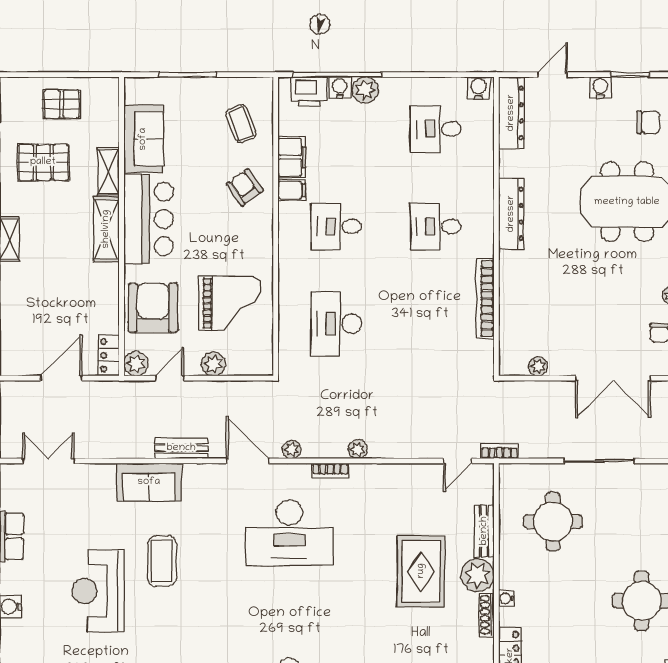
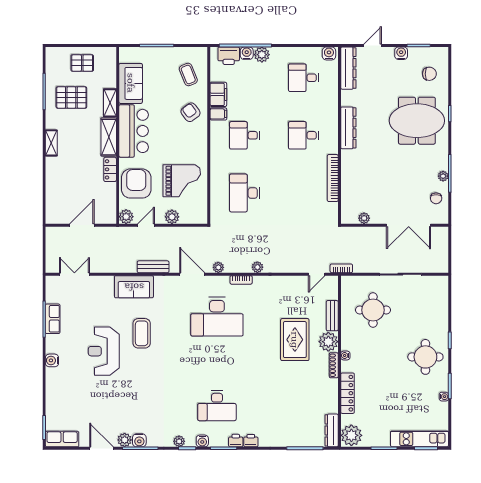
locker: (109, 355) -> (110, 169), moved

